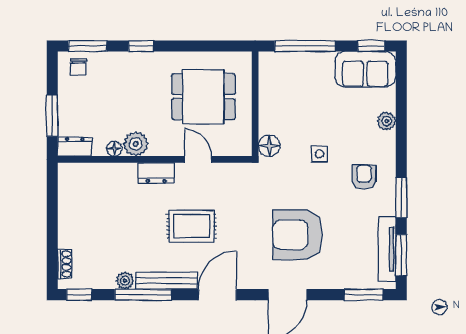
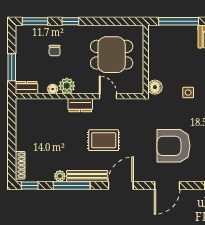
chair: (78, 67) -> (55, 51), moved
shoe rack: (65, 264) -> (20, 165), width x1.43

